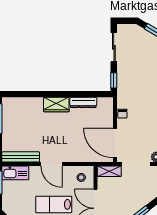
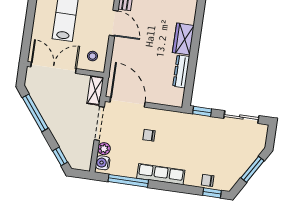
chair: (122, 114) -> (149, 135), moved
door: (115, 143) -> (128, 102), hinge flipped
door: (51, 164) -> (114, 23), swing flipped

